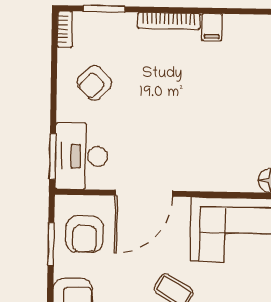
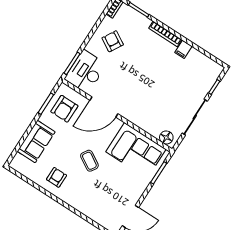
armchair: (94, 83) -> (113, 41), turned 74

